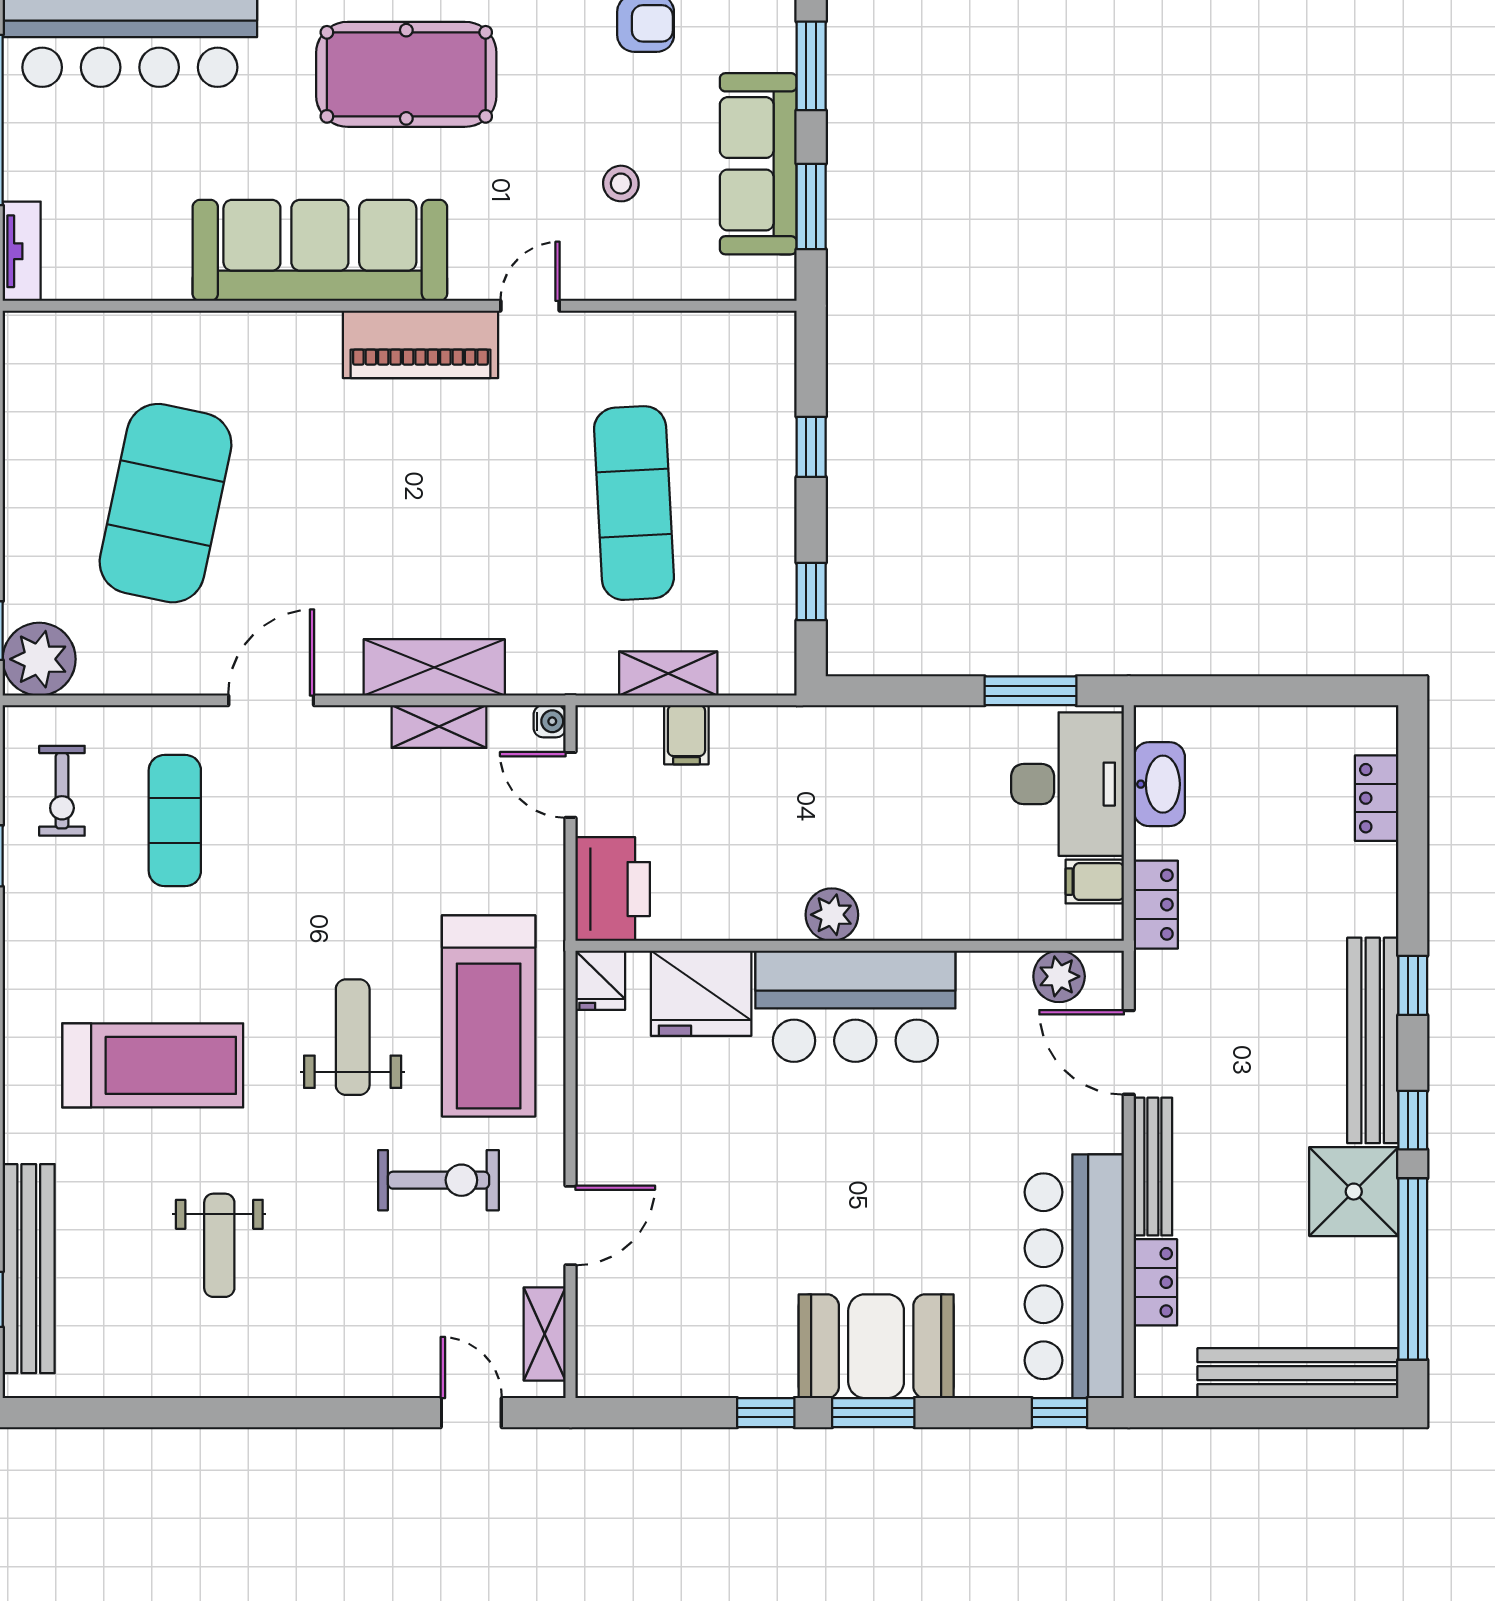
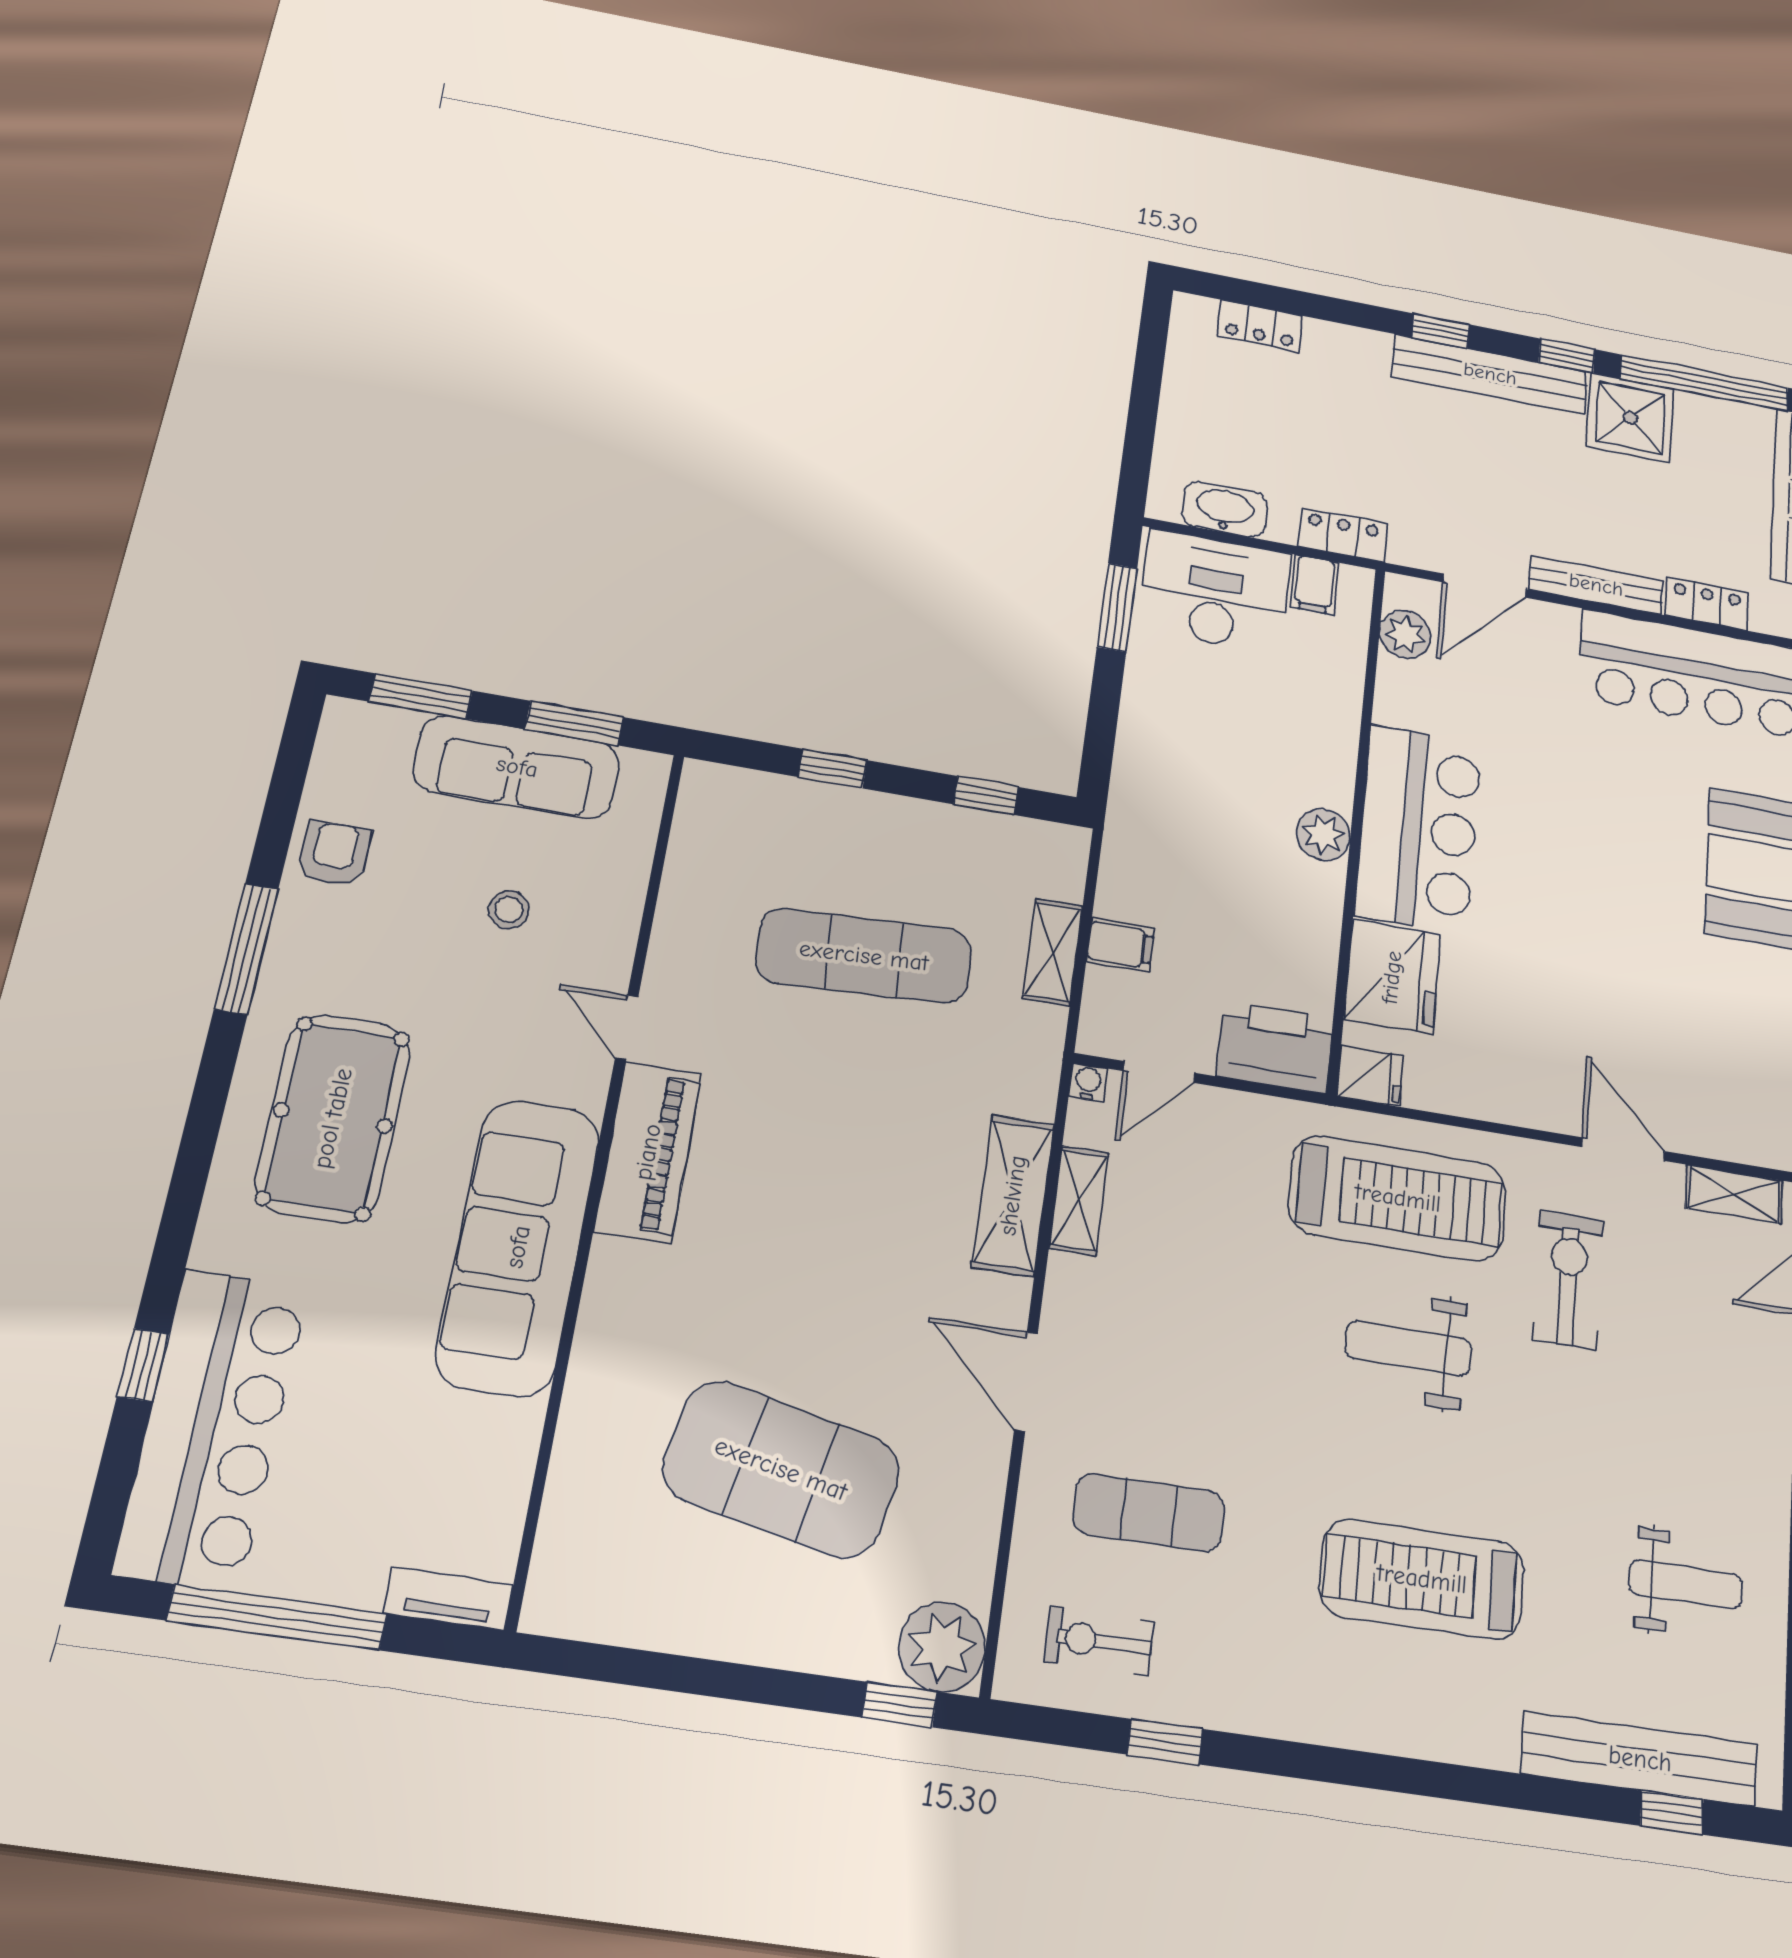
exercise bike: (62, 791) -> (1099, 1641), turned 180
treadmill: (153, 1065) -> (1422, 1579), turned -90
weight bench: (219, 1245) -> (1686, 1584), moved

